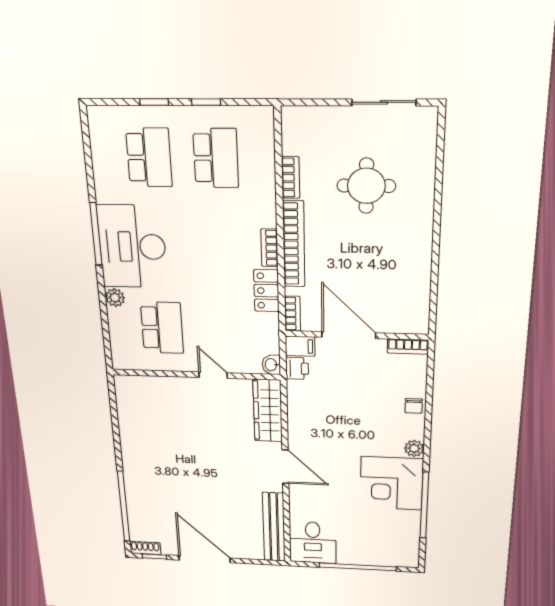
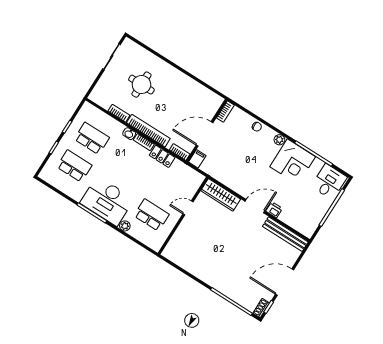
washbasin: (271, 365) -> (129, 134), moved
printer: (297, 368) -> (274, 210), moved
desk: (313, 542) -> (329, 182), moved, turned -90

